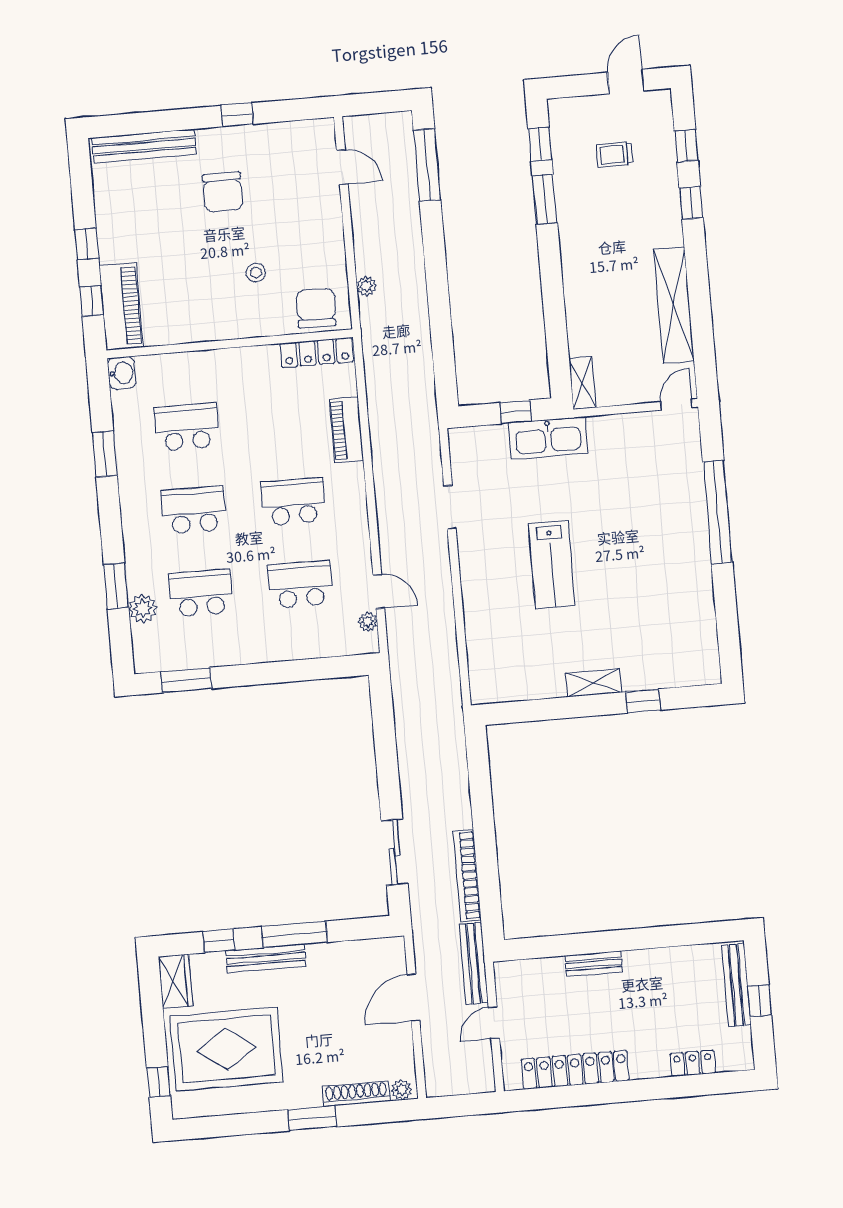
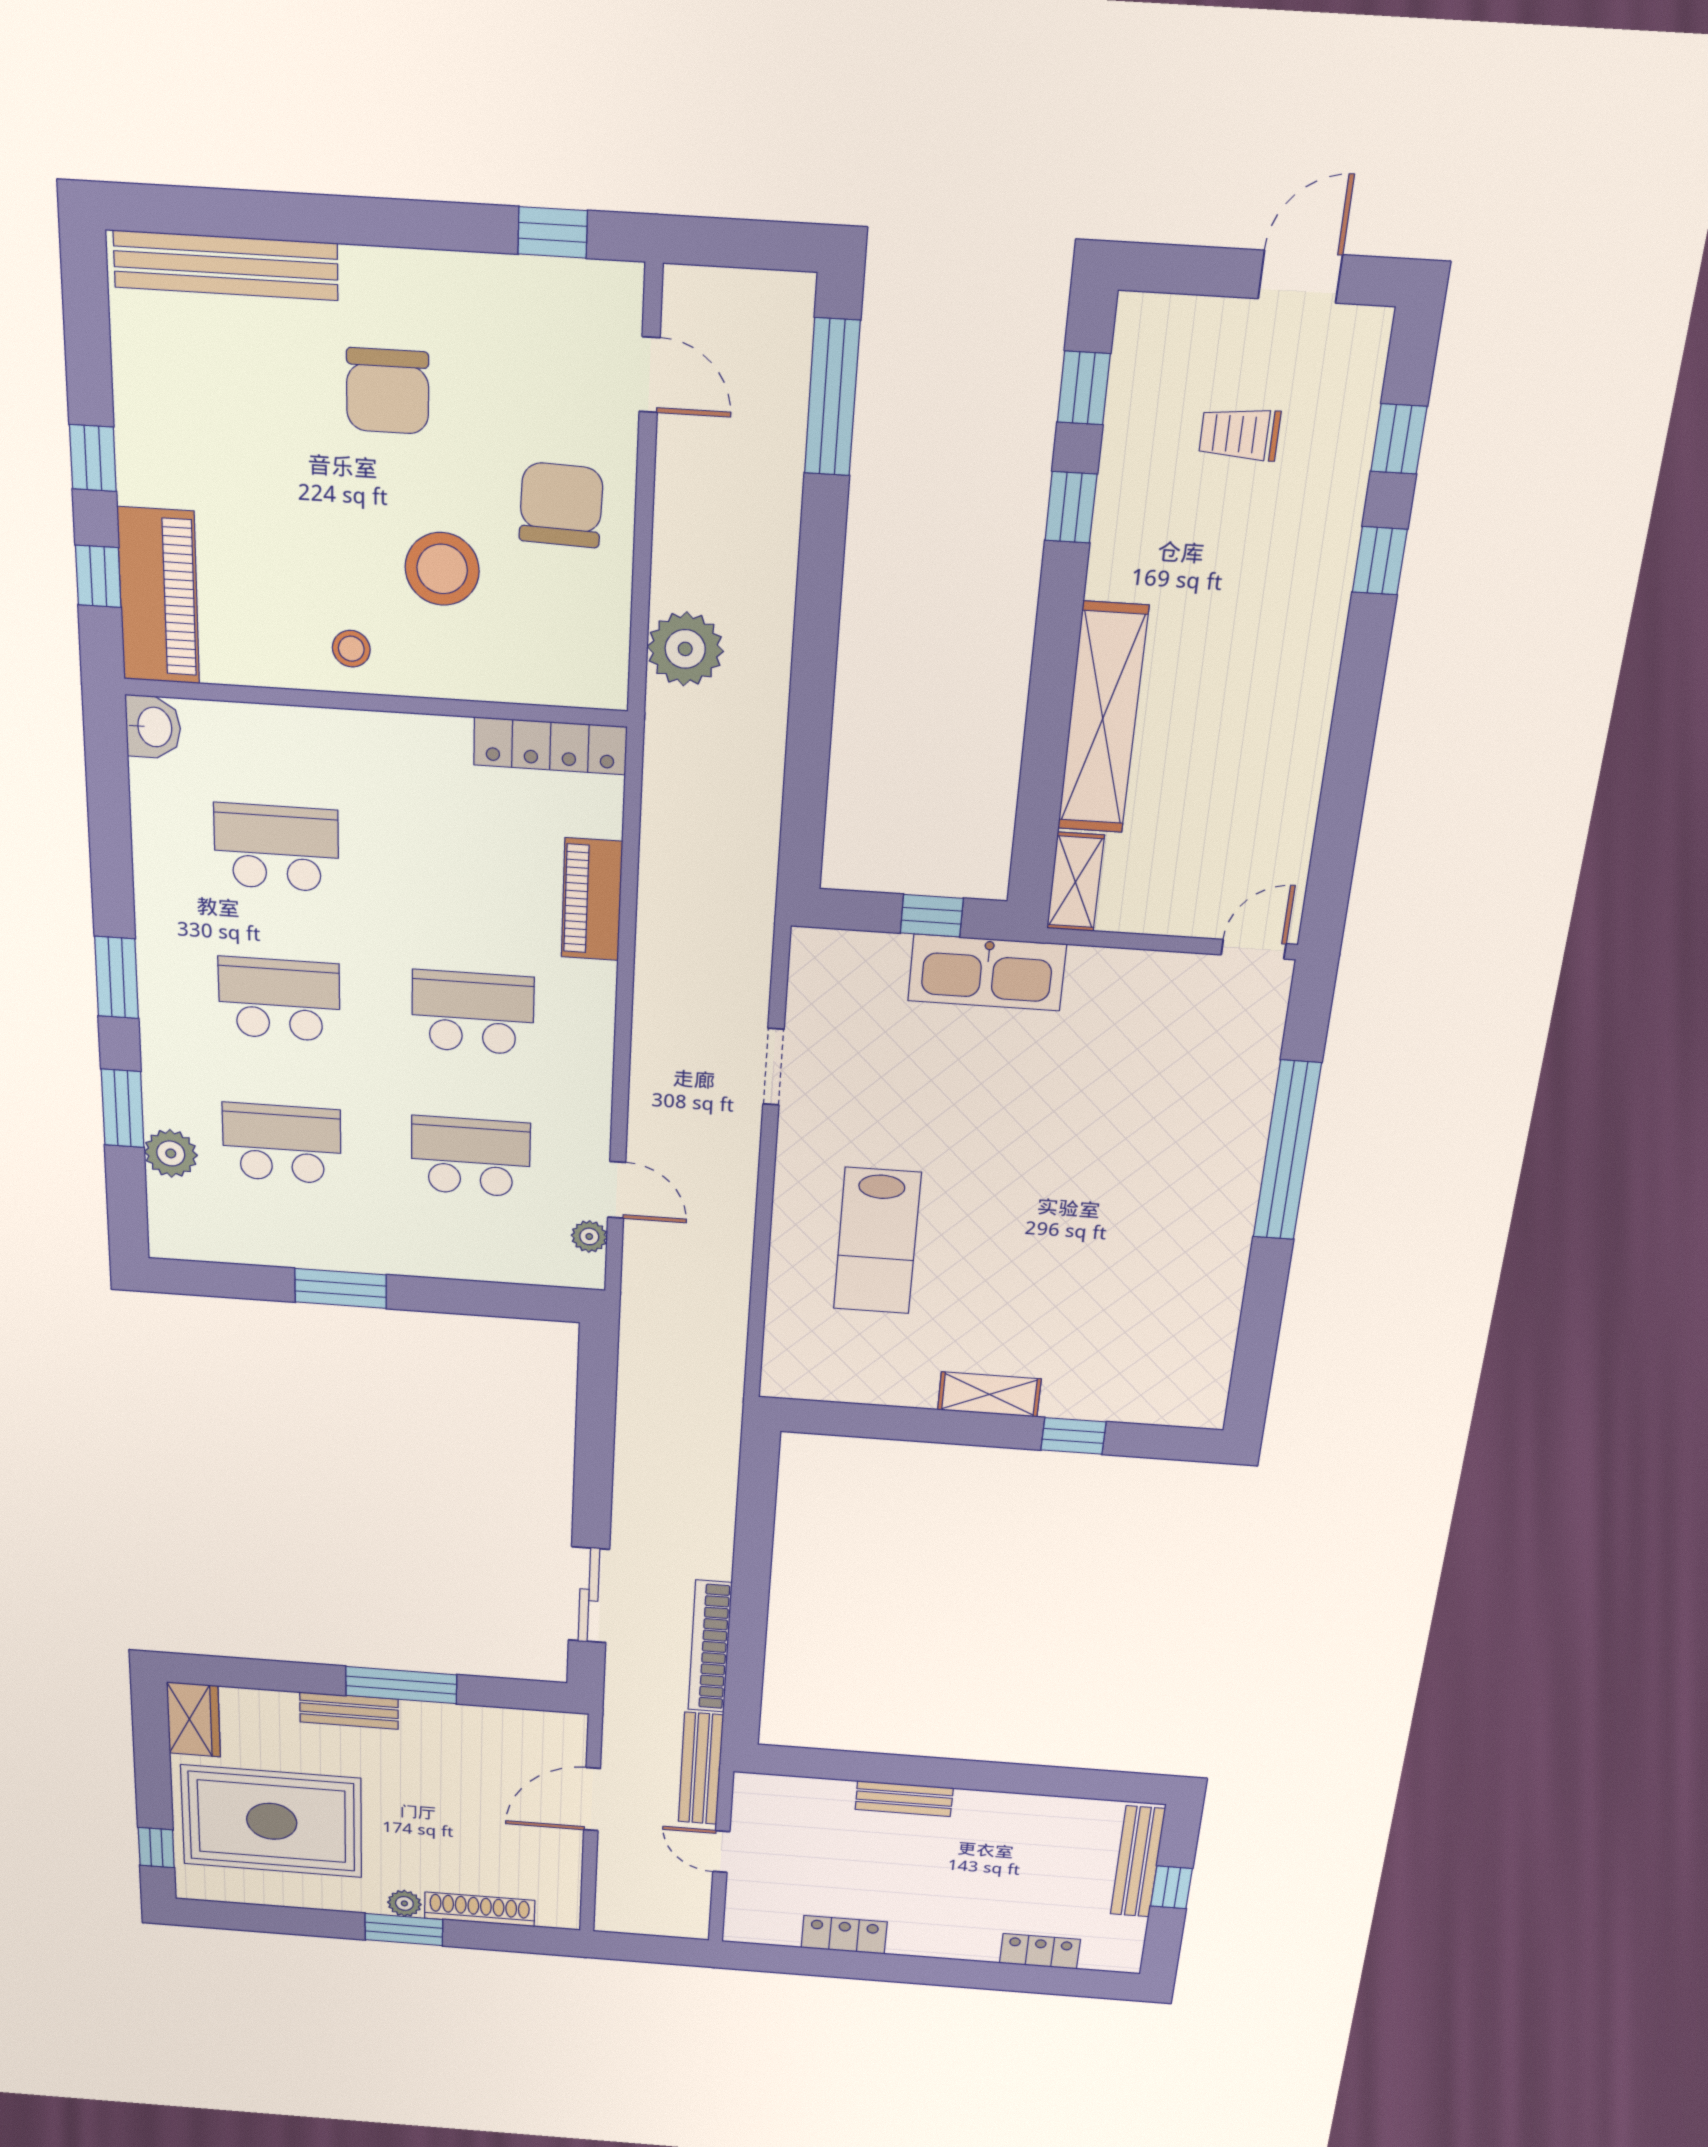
window: (237, 115) -> (553, 232), moved
window: (545, 199) -> (1071, 507), width x0.67
stool: (256, 272) -> (442, 569), width x1.89, depth x1.89
plant: (366, 286) -> (685, 649), width x1.87, depth x1.87
shelving: (674, 305) -> (1103, 718), moved
chair: (316, 308) -> (561, 505), moved
stool: (216, 318) -> (351, 649), added
window: (105, 454) -> (117, 977), moved
lab bench: (552, 564) -> (877, 1241), moved
window: (186, 680) -> (341, 1288), moved
window: (219, 941) -> (271, 1675), removed
bench: (266, 958) -> (349, 1711), width x0.73
door: (494, 1023) -> (721, 1852), hinge flipped
locker: (575, 1070) -> (844, 1935), width x0.46, depth x0.83
plant: (402, 1090) -> (404, 1903), moved

